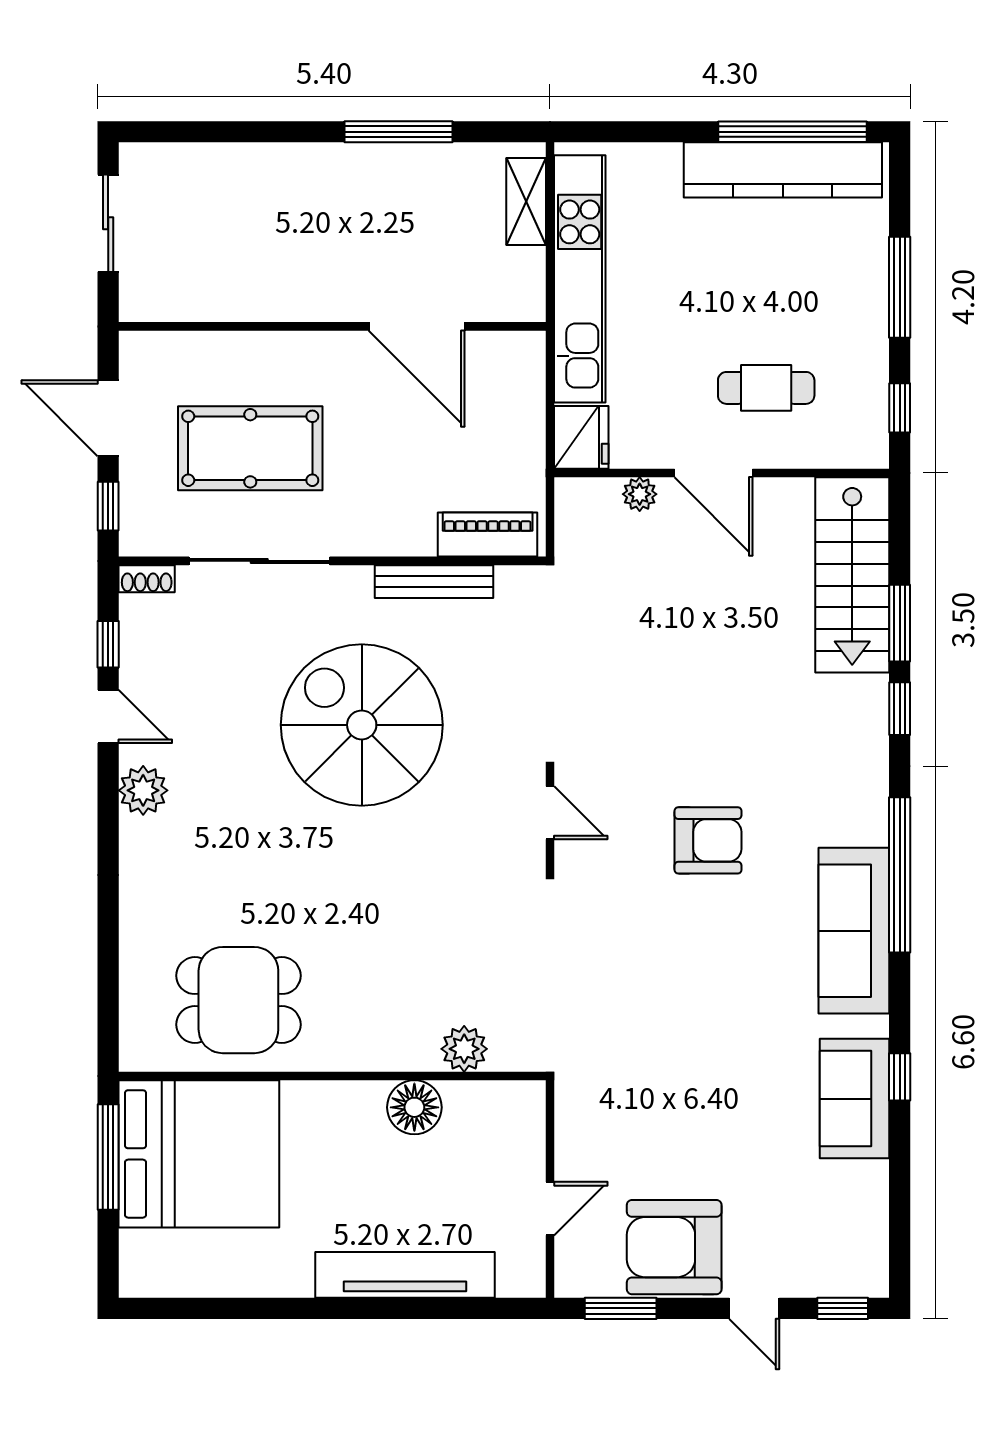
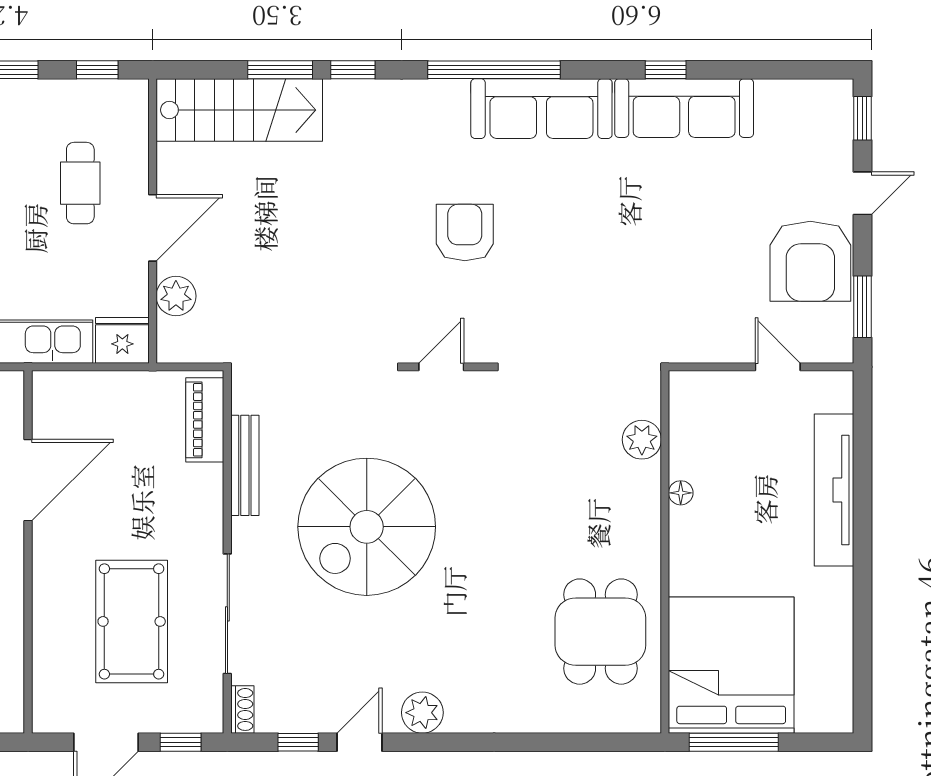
plant: (640, 494) -> (176, 296), width x1.38, depth x1.38
sofa: (854, 1099) -> (684, 108), width x1.36
floor lamp: (414, 1107) -> (681, 493), width x0.53, depth x0.53

